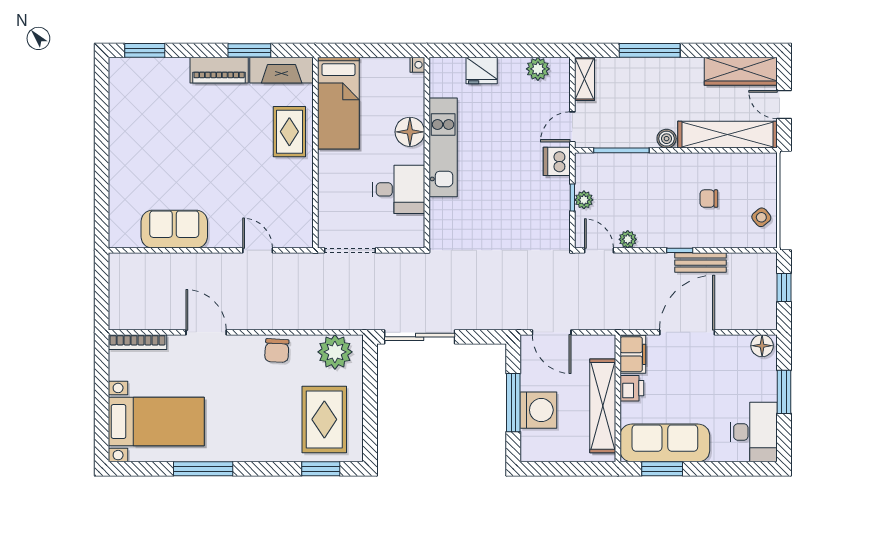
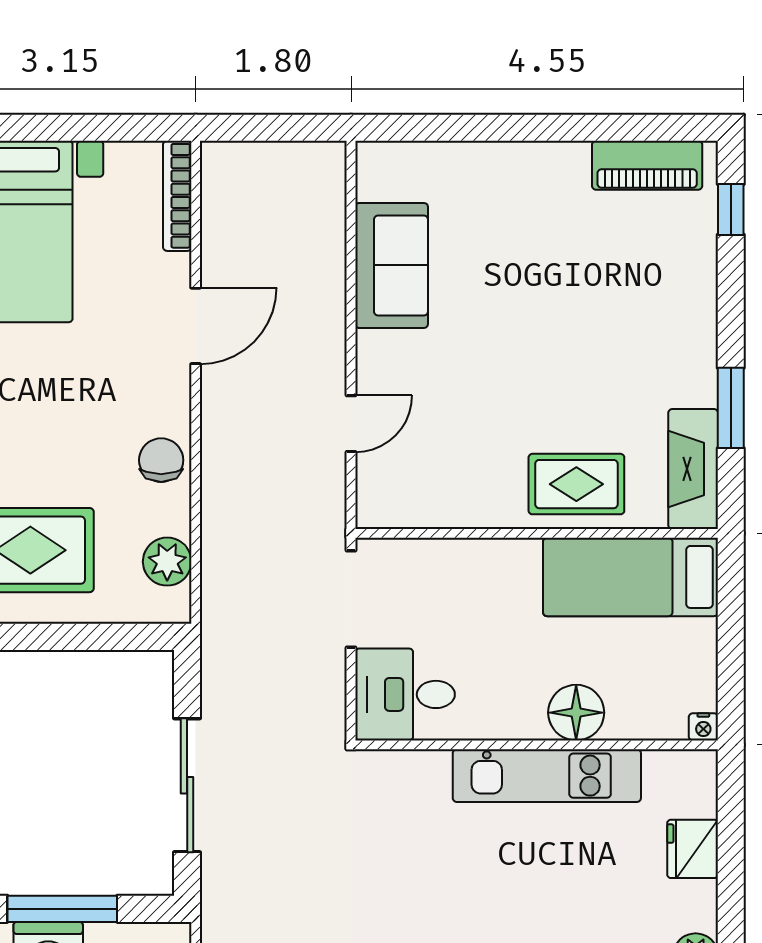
window: (145, 50) -> (731, 209), width x0.67
piano: (219, 70) -> (647, 165), moved, turned -90
desk: (398, 189) -> (405, 694), moved, turned 90
sliding door: (420, 337) -> (187, 785), moved
chair: (277, 351) -> (161, 460), turned 87
plant: (335, 352) -> (167, 562), width x0.73, depth x0.73

